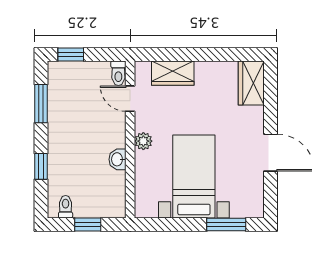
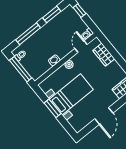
window: (41, 166) -> (28, 34), width x2.17
window: (88, 225) -> (21, 69), width x2.17
window: (226, 225) -> (52, 108), moved

